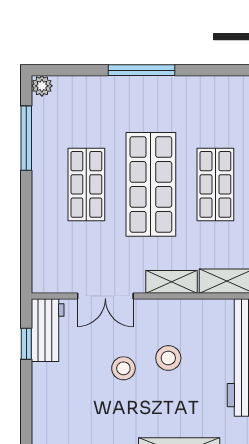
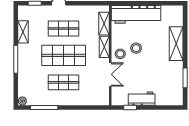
shelving: (207, 87) -> (23, 32), added
workbench: (48, 330) -> (142, 99), moved
stool: (123, 368) -> (120, 54), moved

